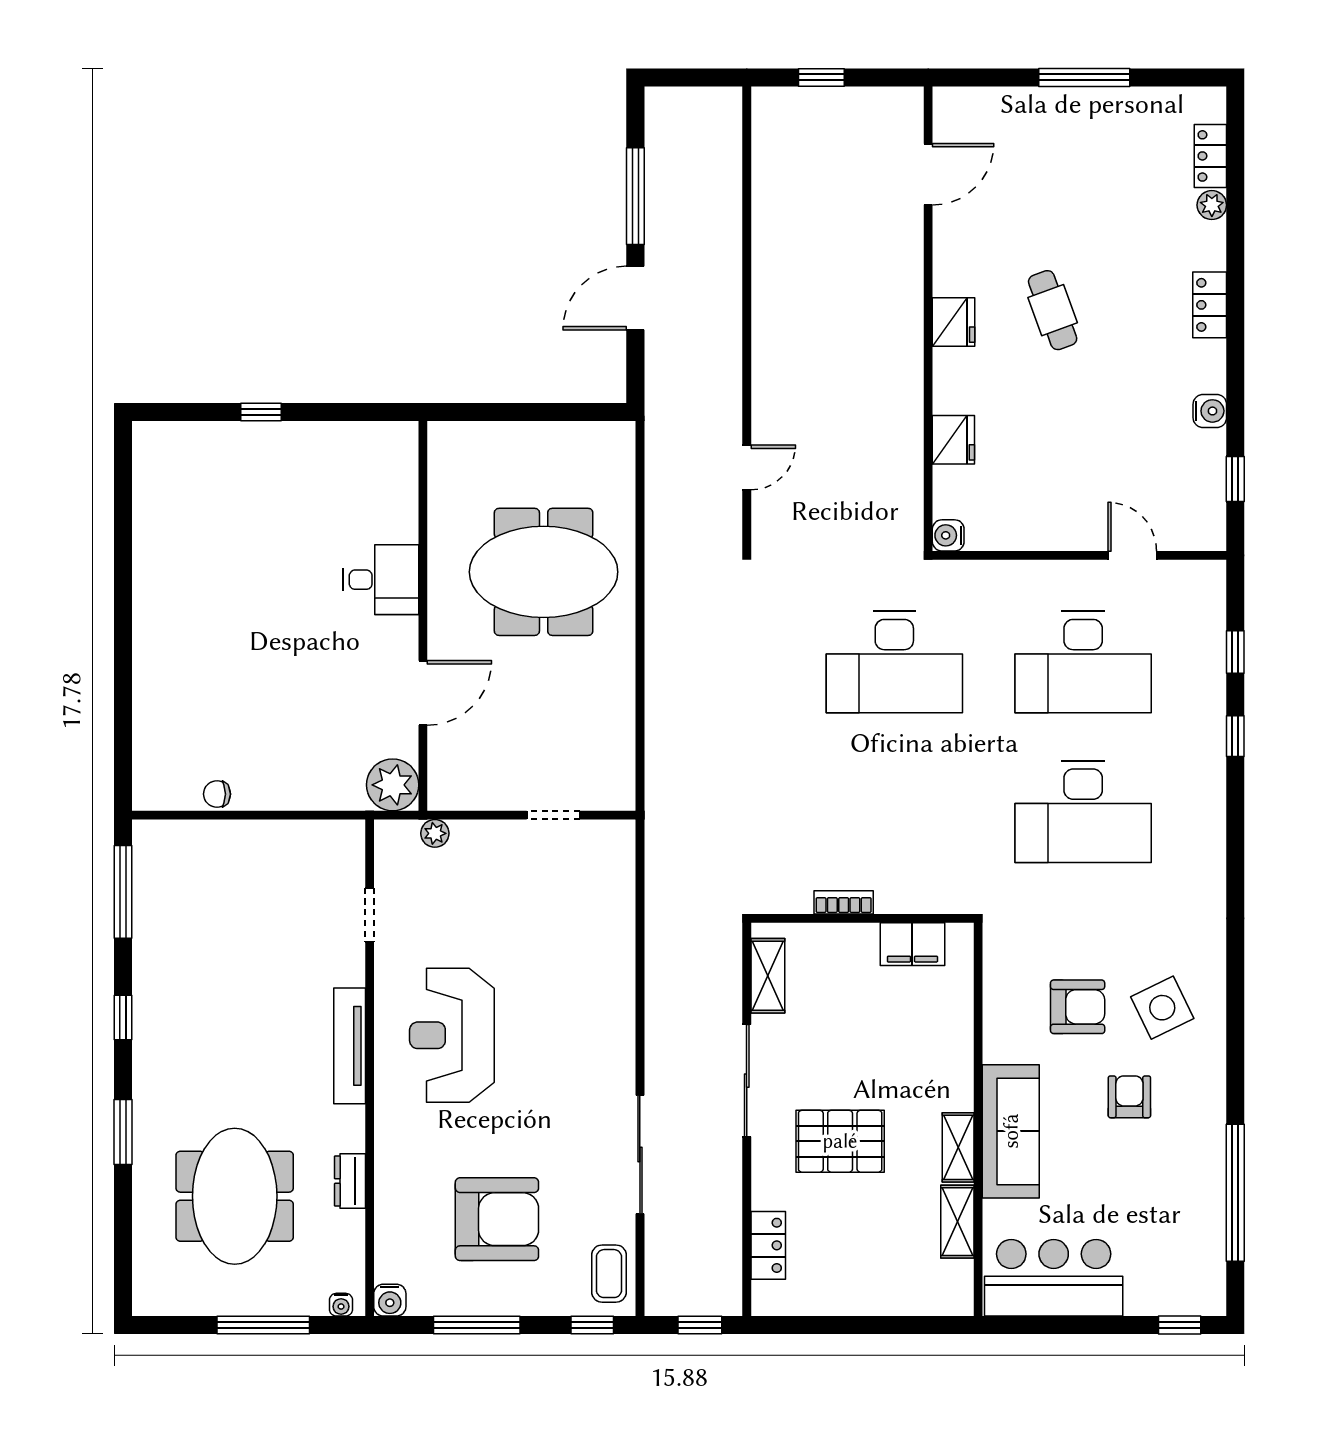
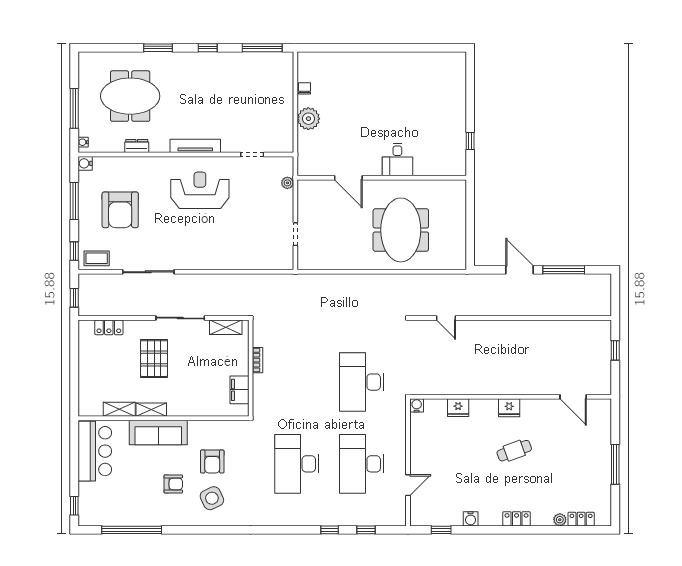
window: (261, 412) -> (470, 141), moved
plant: (393, 785) -> (308, 119), moved

